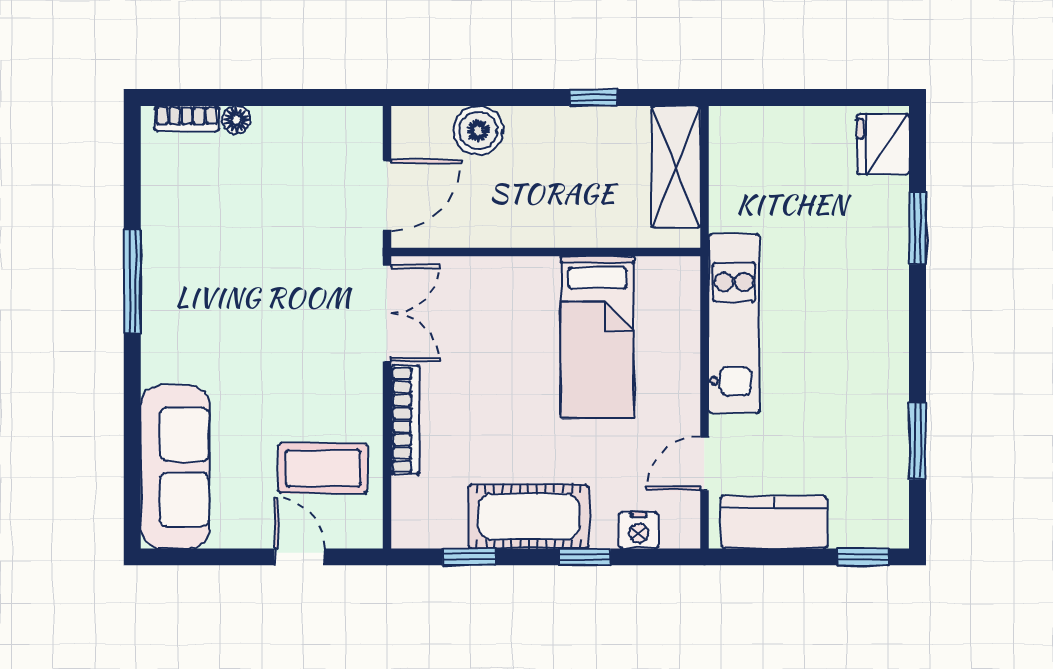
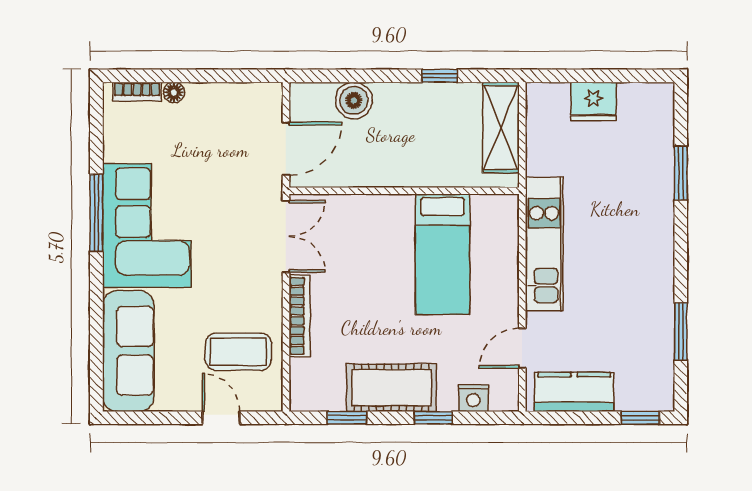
fridge: (883, 144) -> (593, 101), moved, turned -90
corner sofa: (200, 299) -> (147, 226), added

